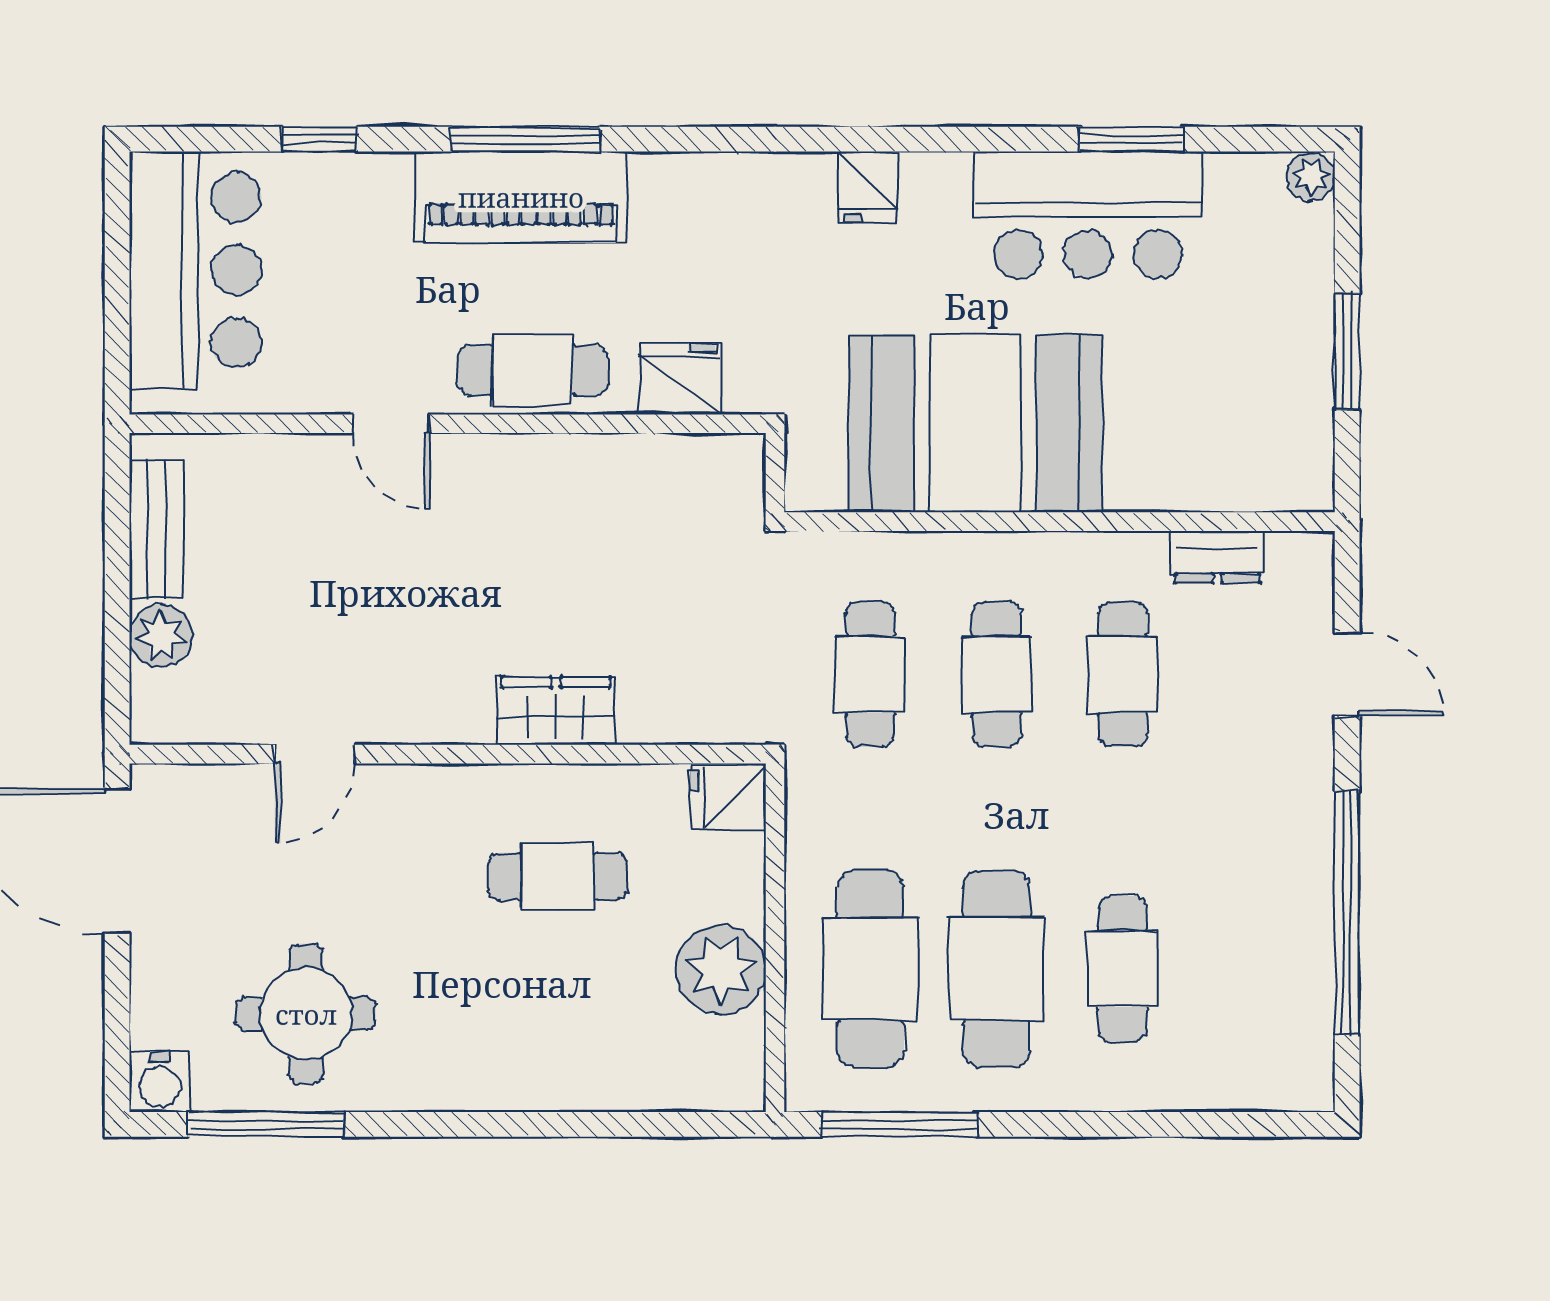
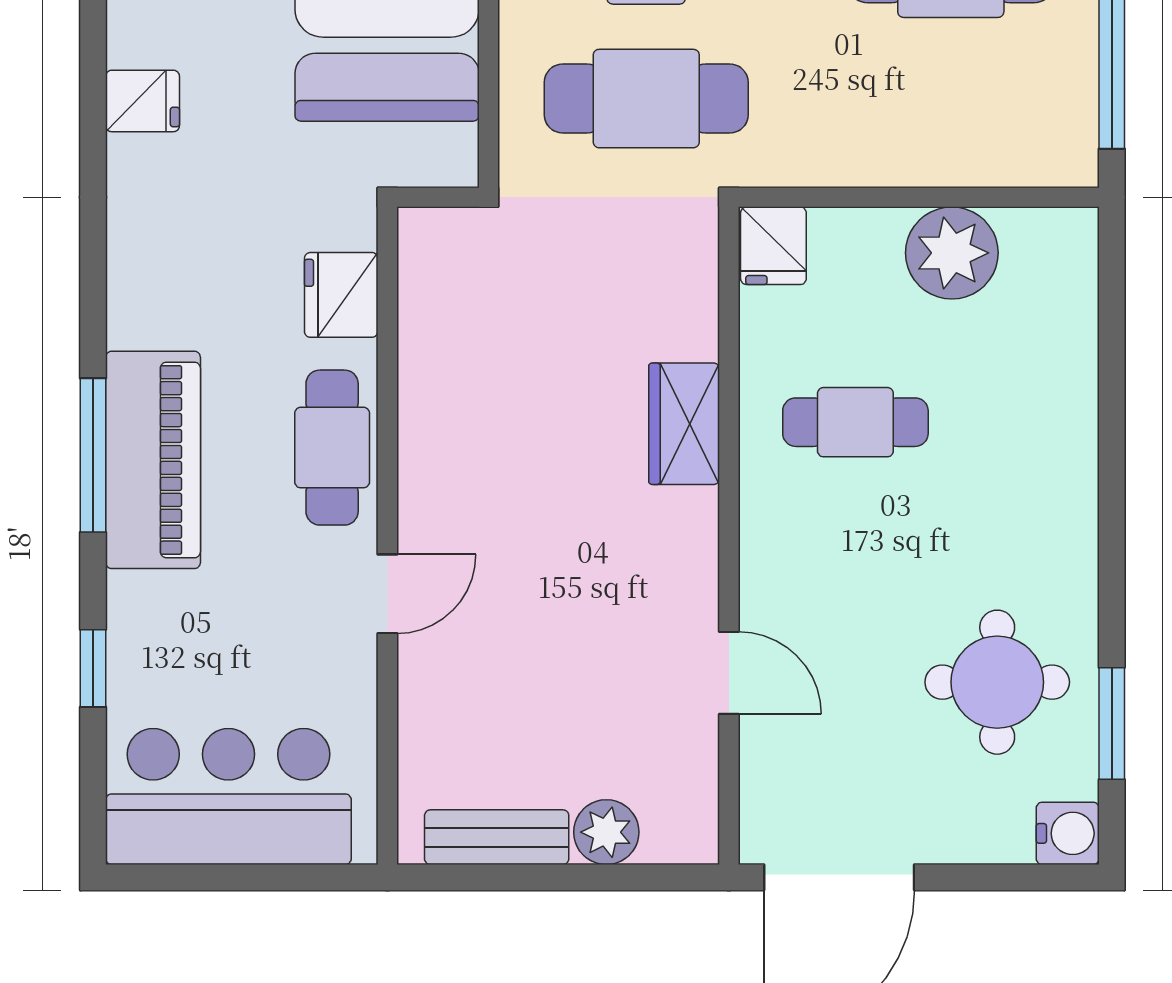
cafe table: (870, 674) -> (646, 99), width x1.37, depth x1.35
cafe table: (557, 877) -> (855, 422), turned 90
cafe table: (870, 969) -> (951, 99), removed
window: (266, 1124) -> (1112, 724), width x0.69

